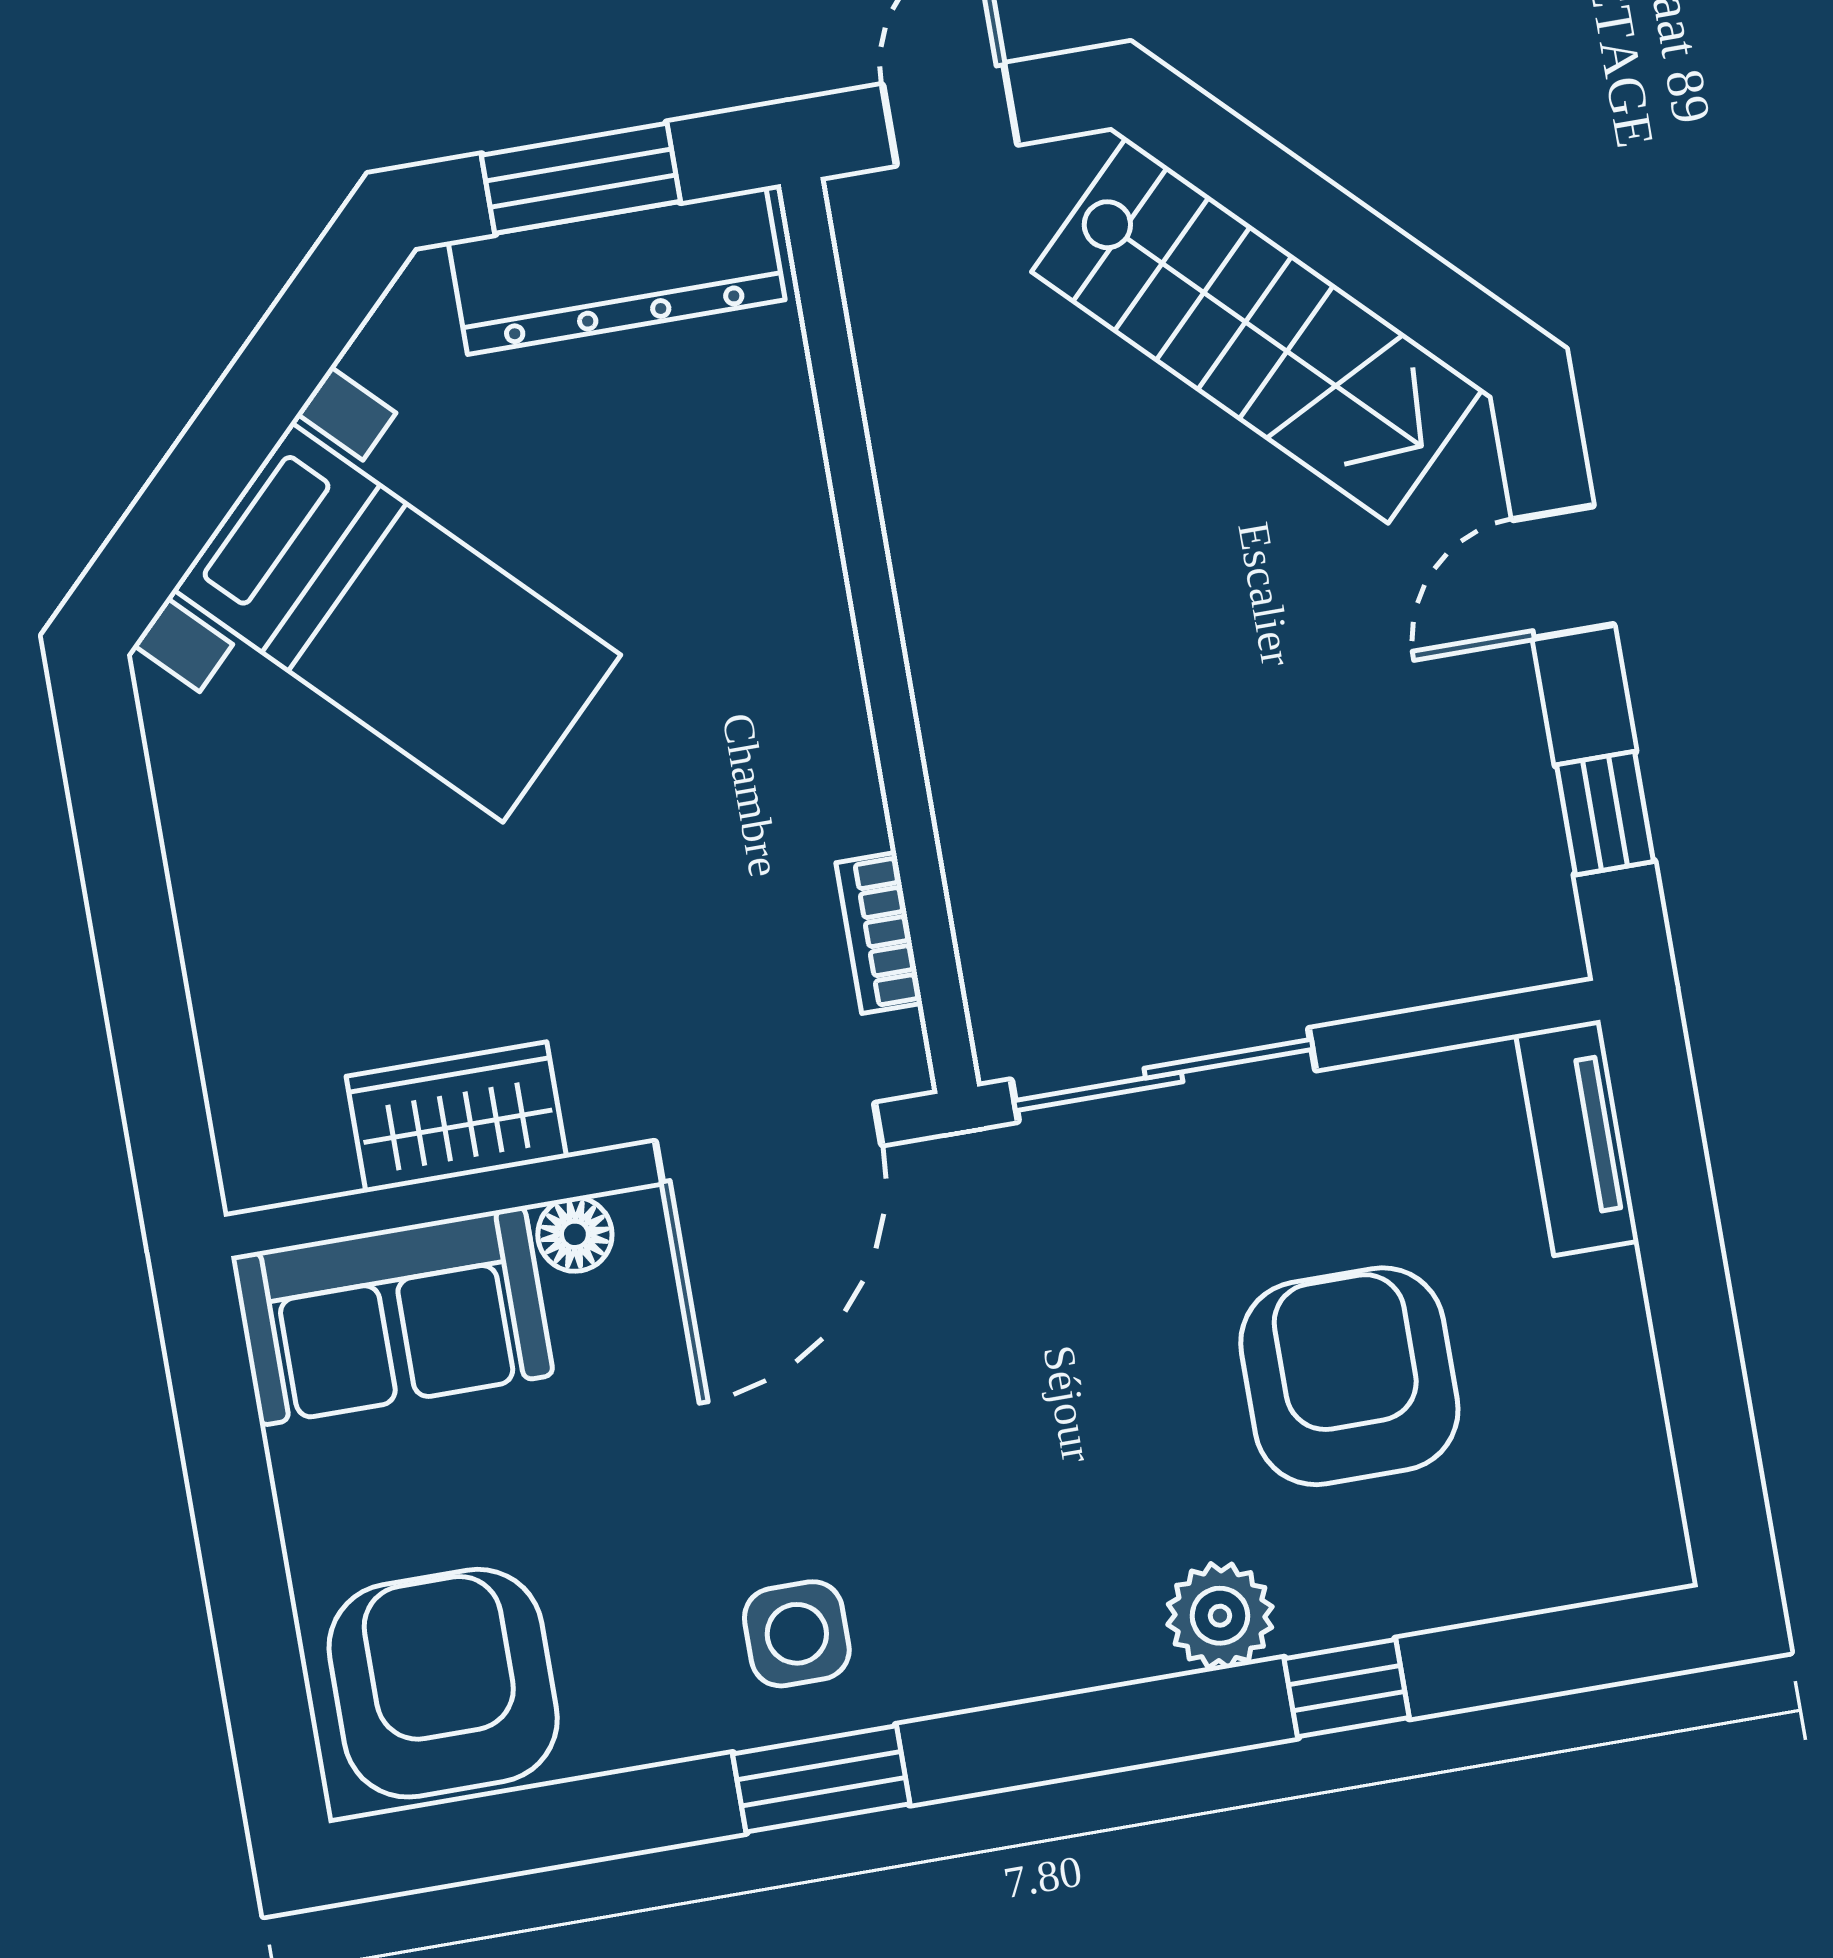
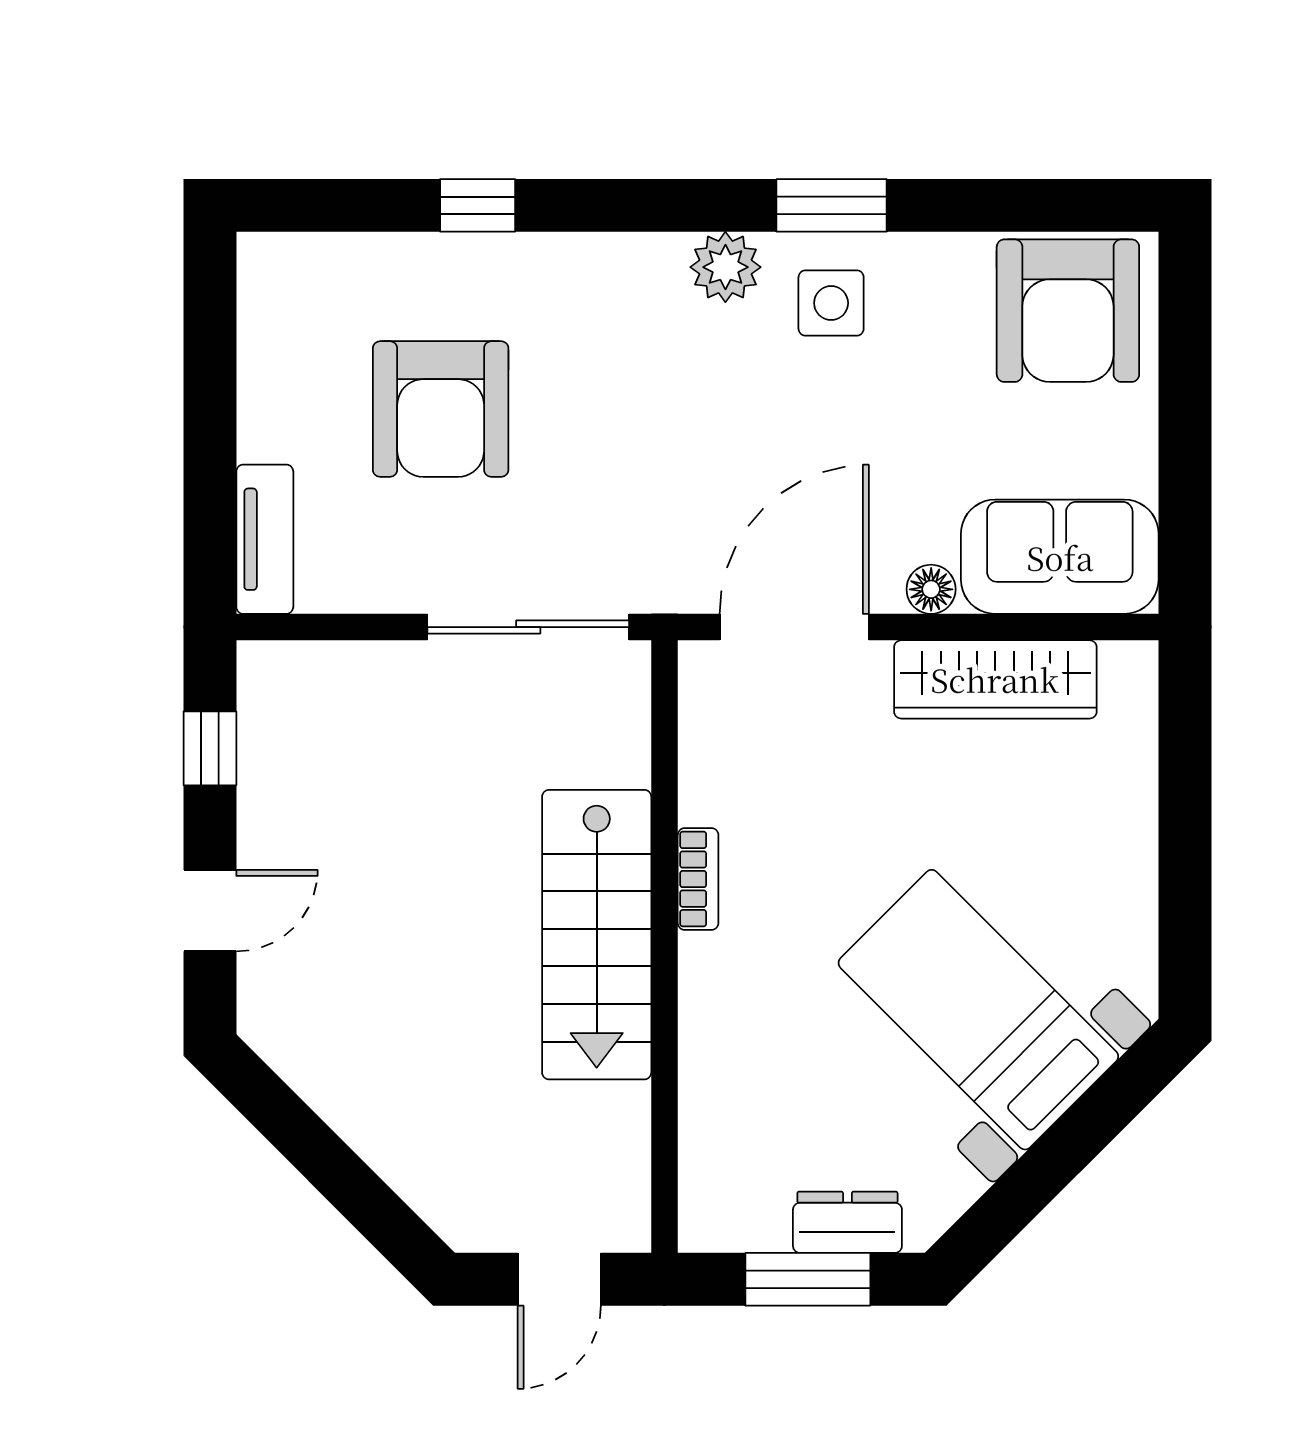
dresser: (617, 271) -> (847, 1222), width x0.51, depth x0.80
stairs: (1257, 330) -> (597, 935), moved, turned -135
bookcase: (879, 933) -> (698, 879), moved
wardrobe: (456, 1117) -> (995, 679), width x1.50
plant: (1220, 1616) -> (725, 267), moved

